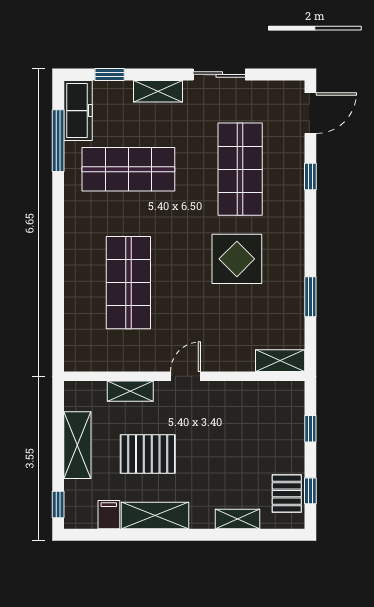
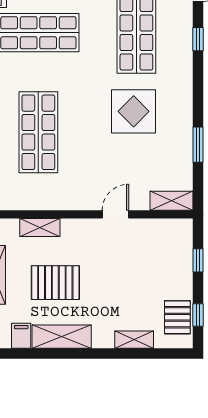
door: (186, 376) -> (115, 214), moved

